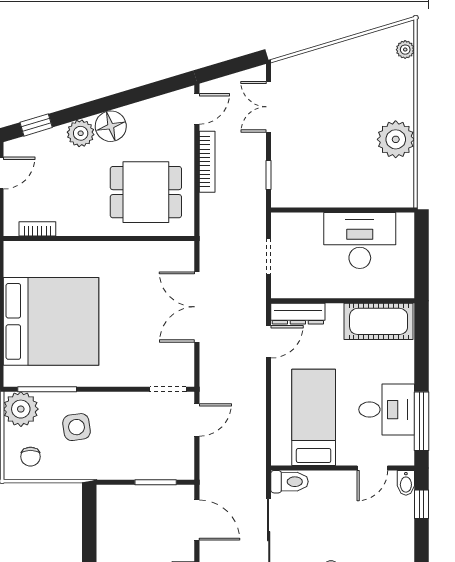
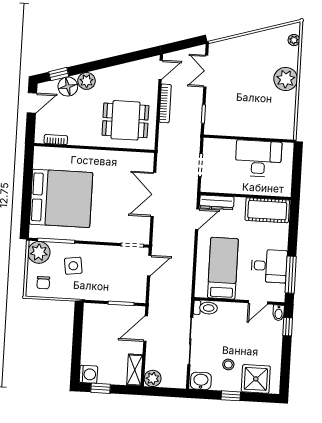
floor lamp: (111, 126) -> (68, 87), moved
plant: (396, 139) -> (286, 79), moved
door: (197, 520) -> (146, 329), swing flipped

